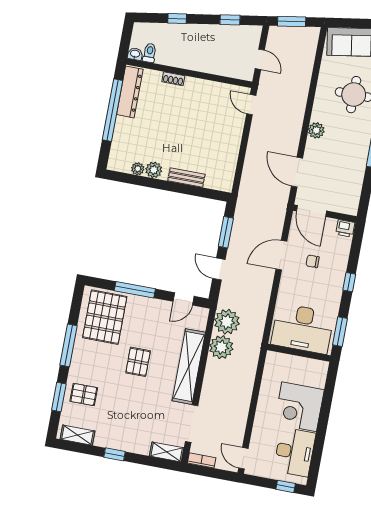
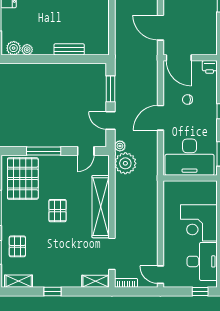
plant: (154, 170) -> (14, 48), moved
door: (281, 255) -> (160, 118), moved
plant: (221, 347) -> (120, 146), moved, width x0.53, depth x0.53
pallet: (84, 395) -> (17, 246), turned 90

